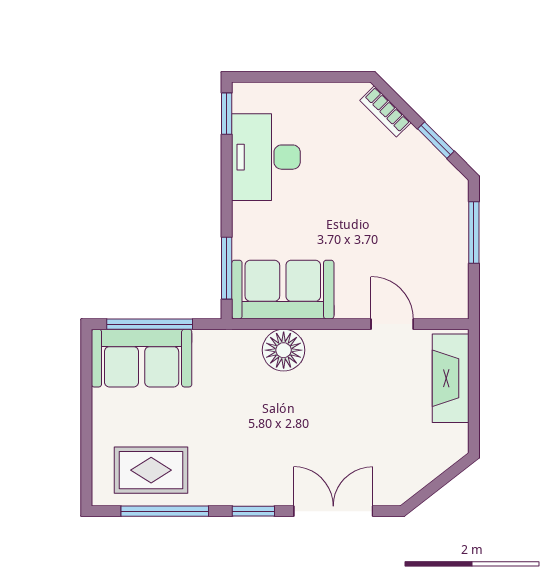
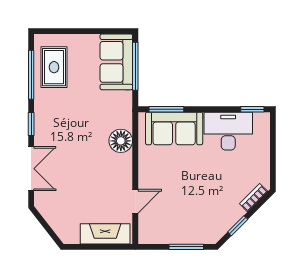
sofa: (283, 290) -> (174, 128), moved, turned 90

